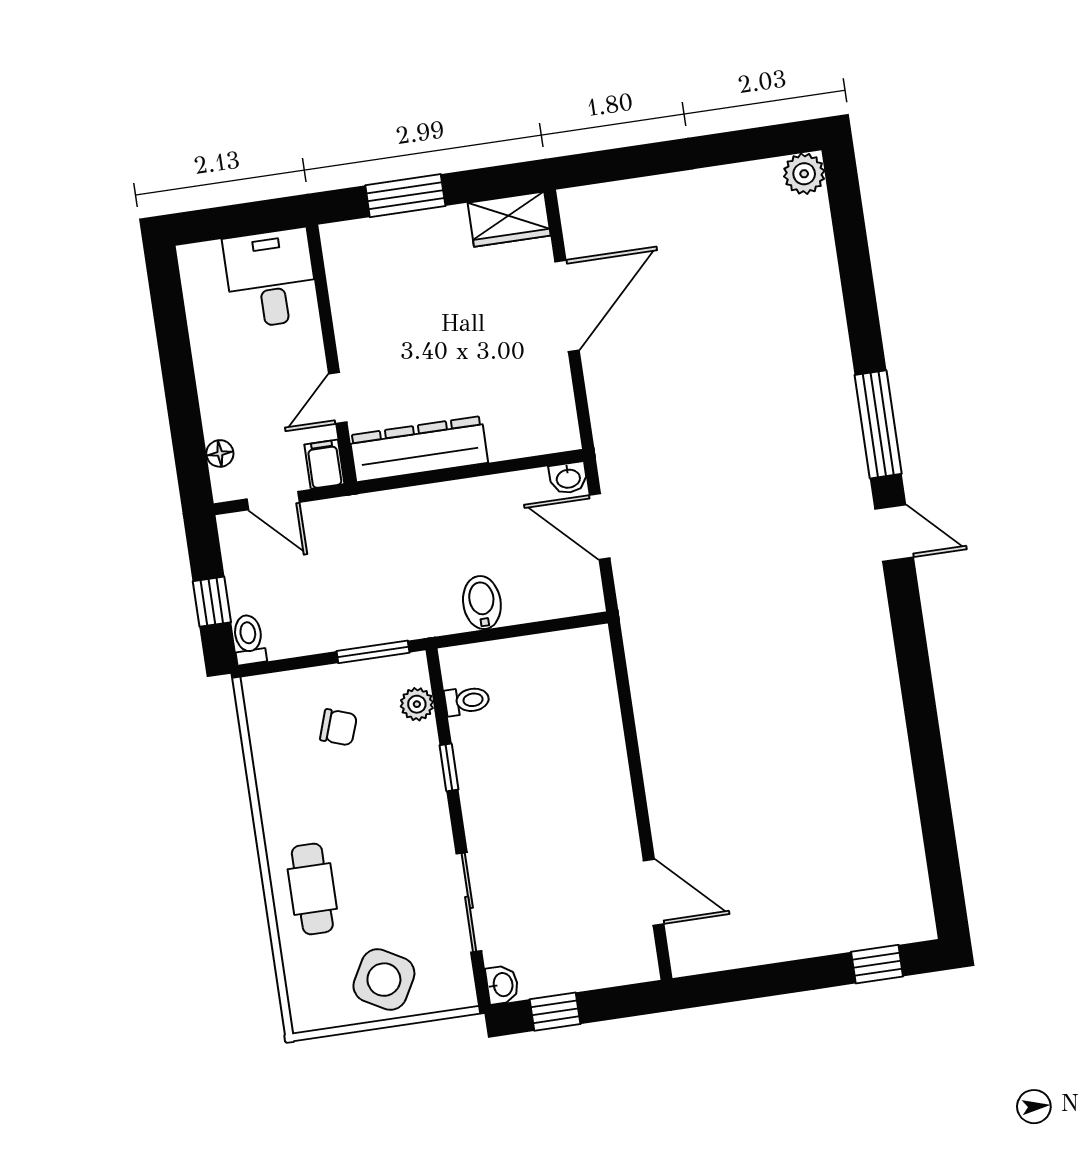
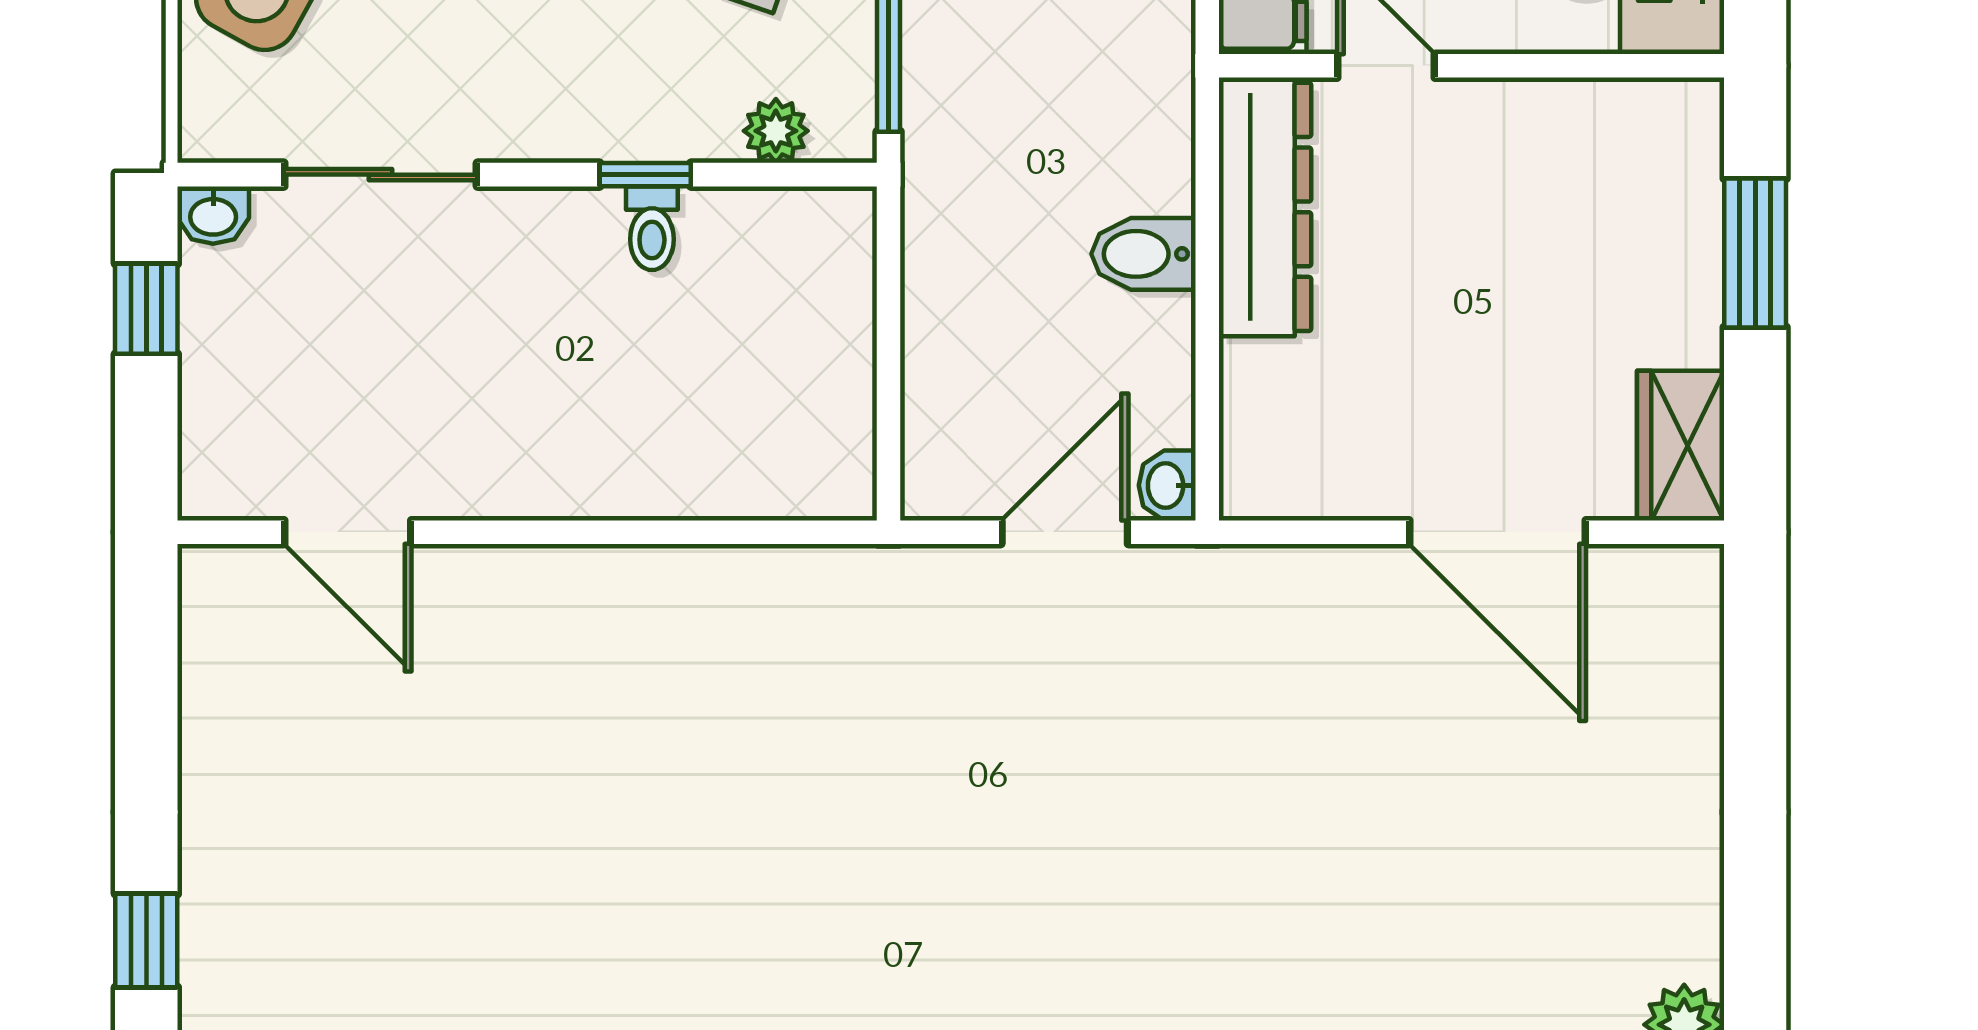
bidet: (482, 603) -> (1143, 254), moved, turned 180
toilet: (467, 701) -> (652, 228), moved
door: (654, 892) -> (348, 532), hinge flipped

